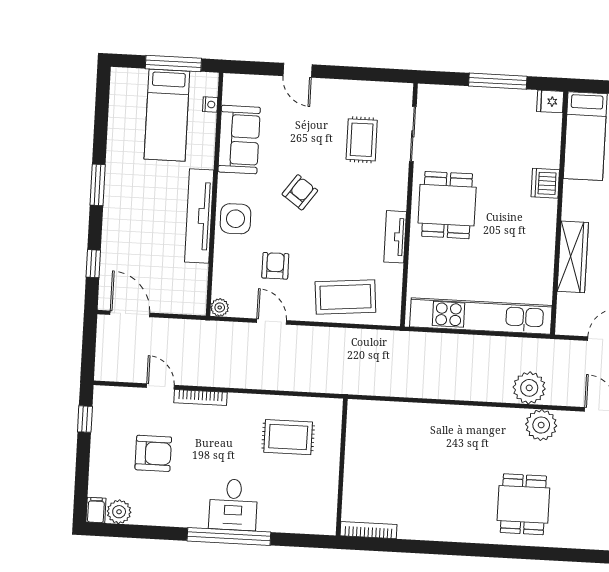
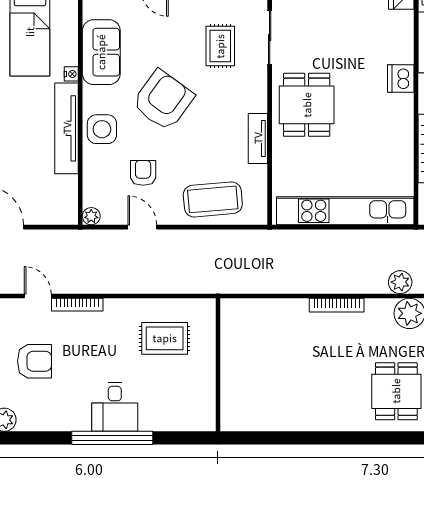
nightstand: (210, 104) -> (71, 74), moved
armchair: (300, 192) -> (163, 100), width x1.88, depth x1.88
plant: (529, 388) -> (400, 282), width x0.73, depth x0.73
bookcase: (369, 530) -> (337, 305), moved, turned 180

